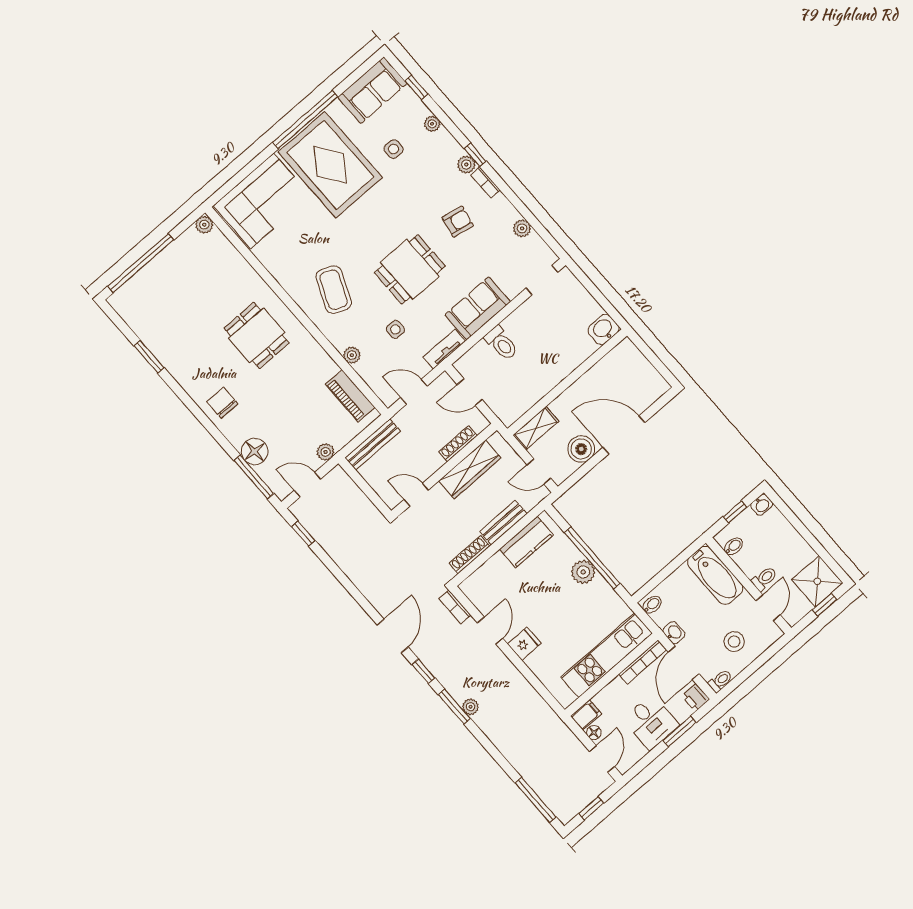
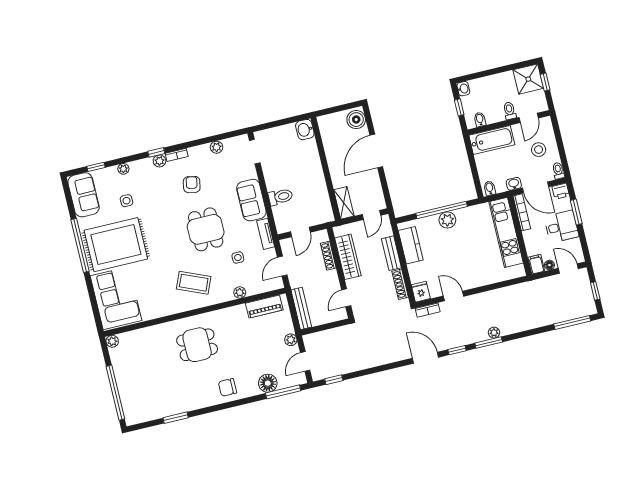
boiler: (581, 449) -> (356, 120), moved
door: (768, 608) -> (529, 118), swing flipped
fridge: (524, 644) -> (421, 292), moved

